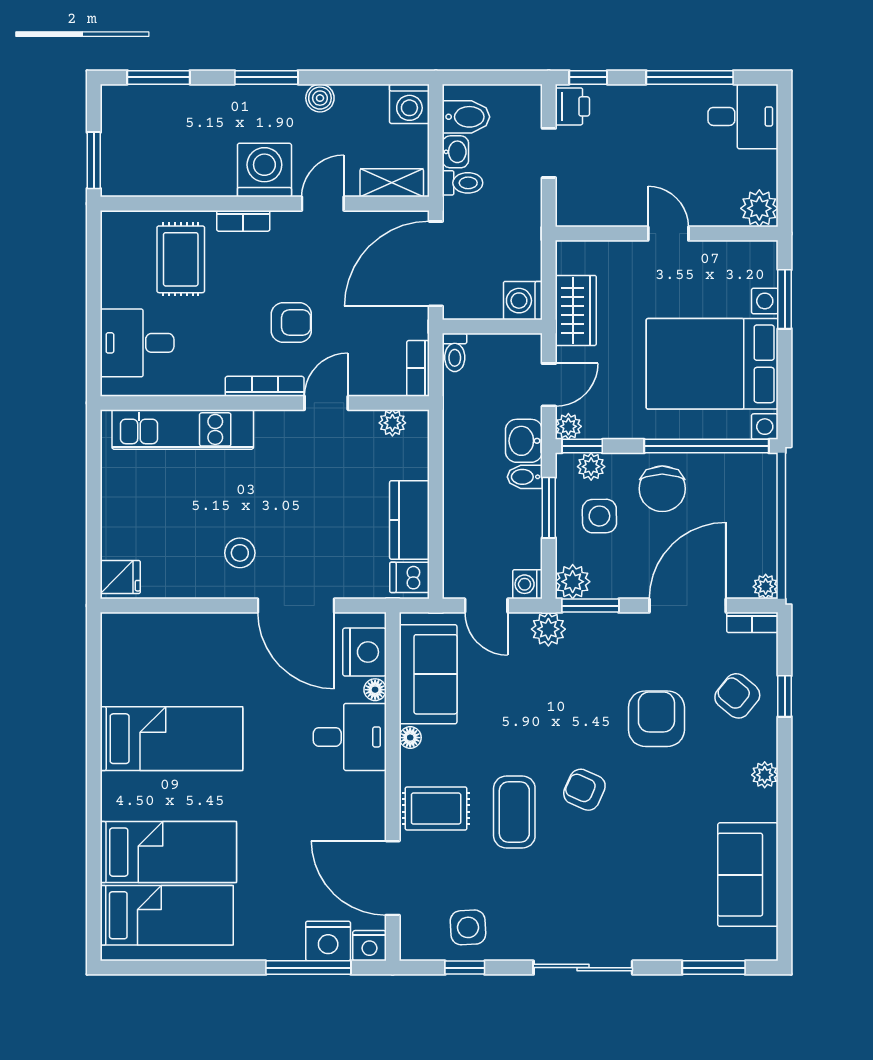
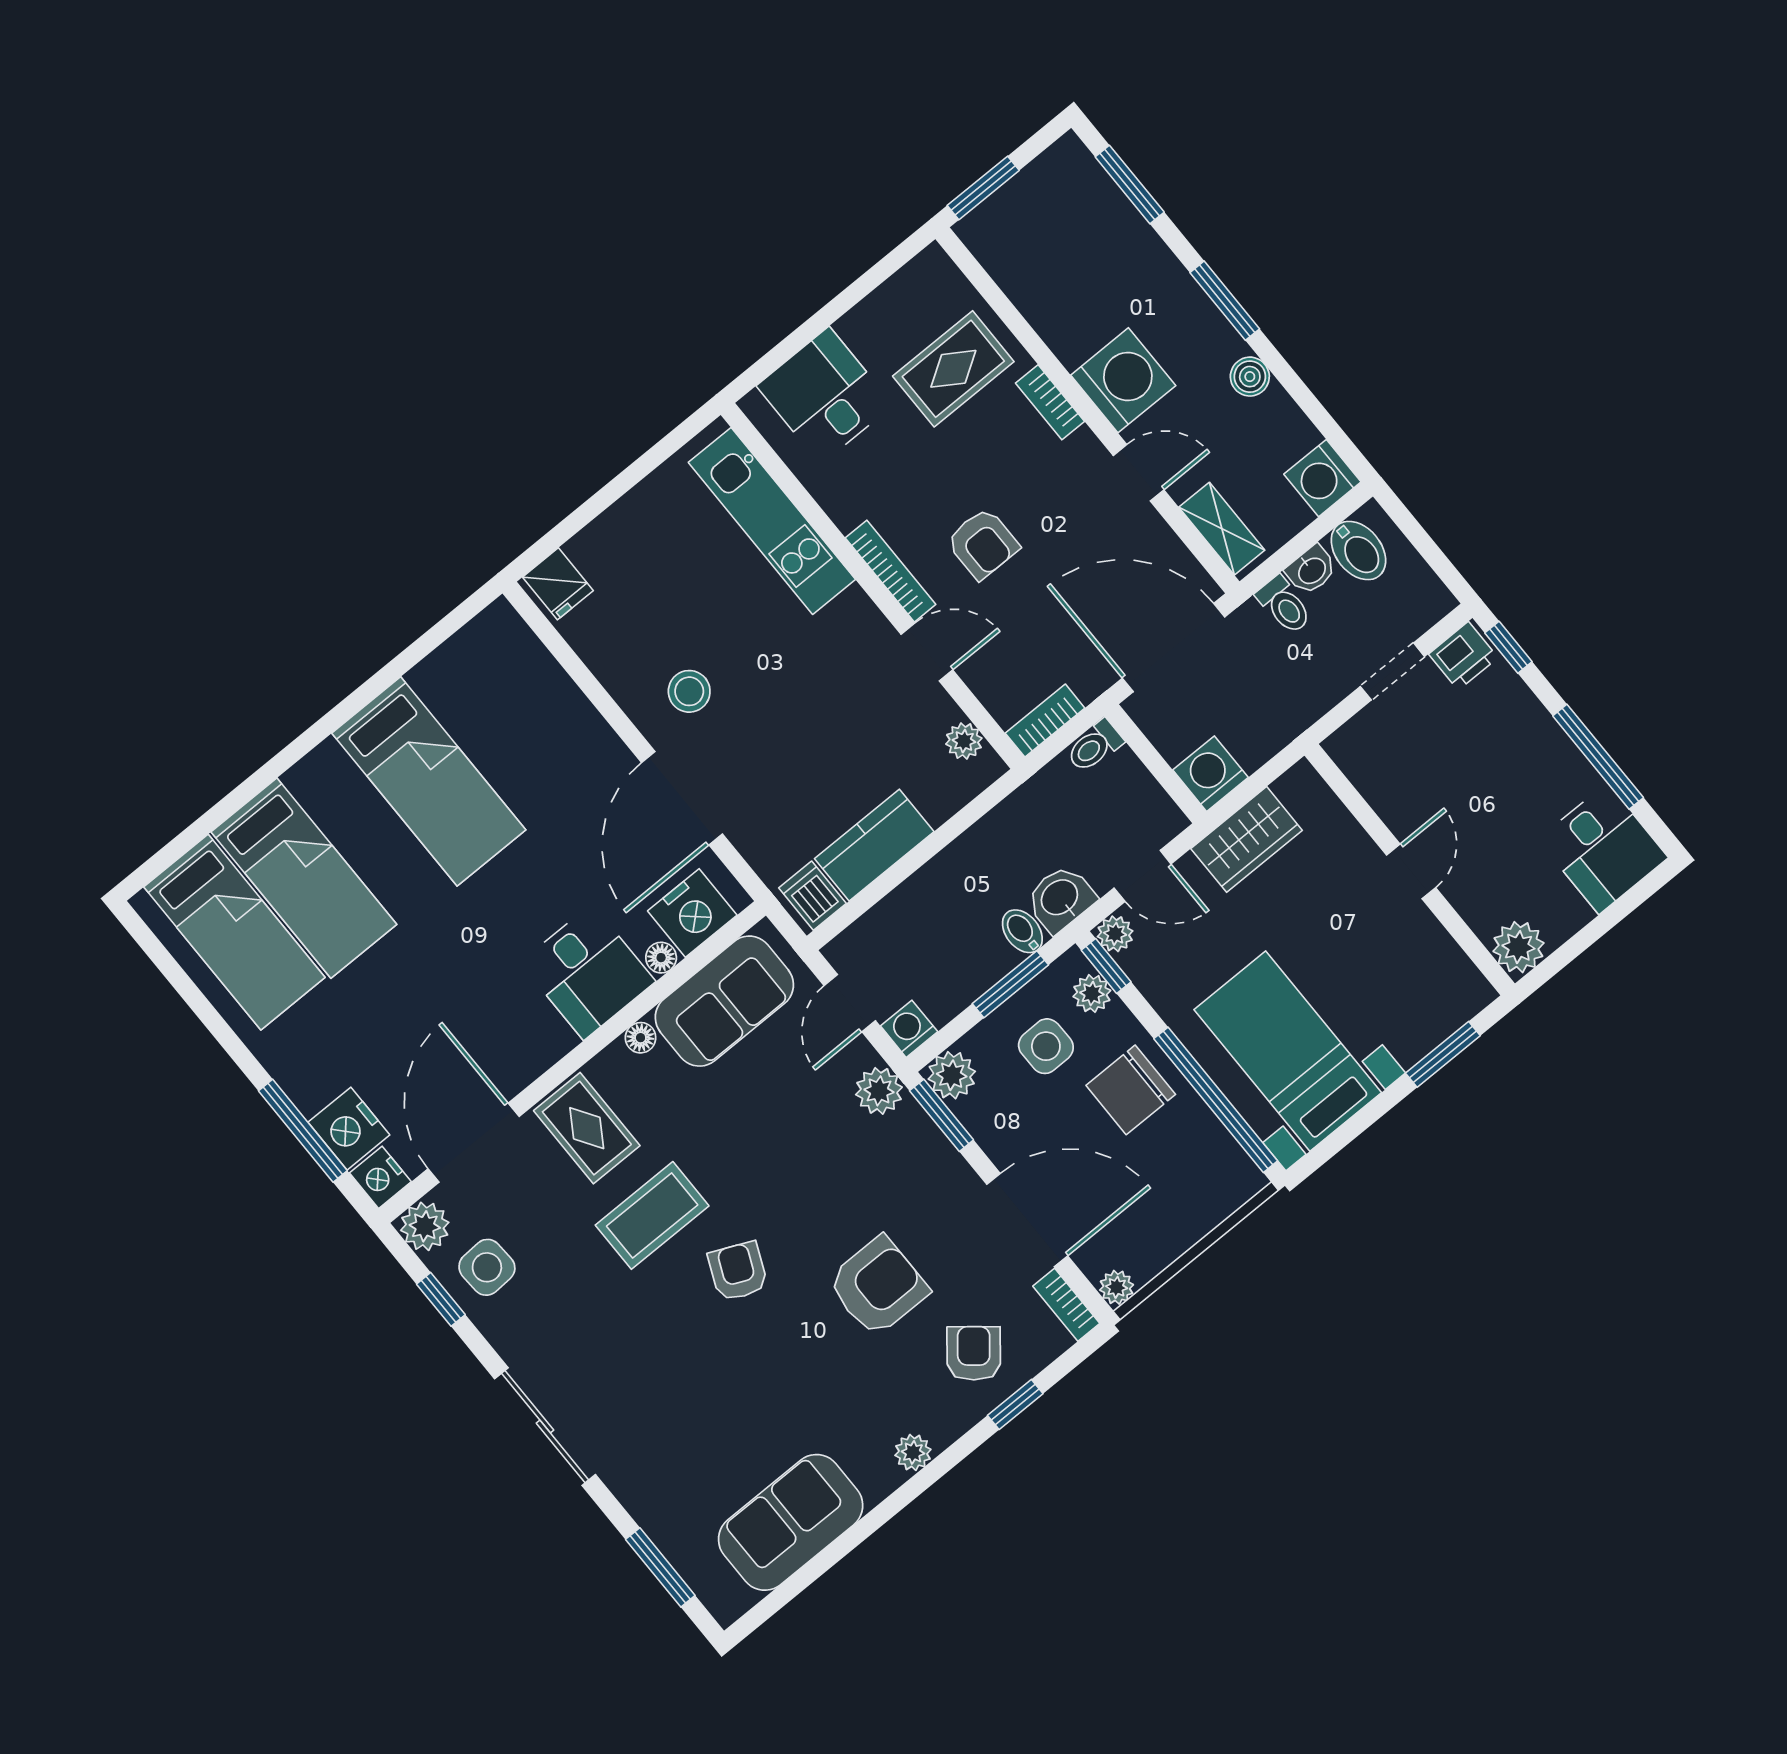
bed with nightstands: (712, 364) -> (1288, 1051), width x0.73
plant: (417, 943) -> (425, 1226), added

